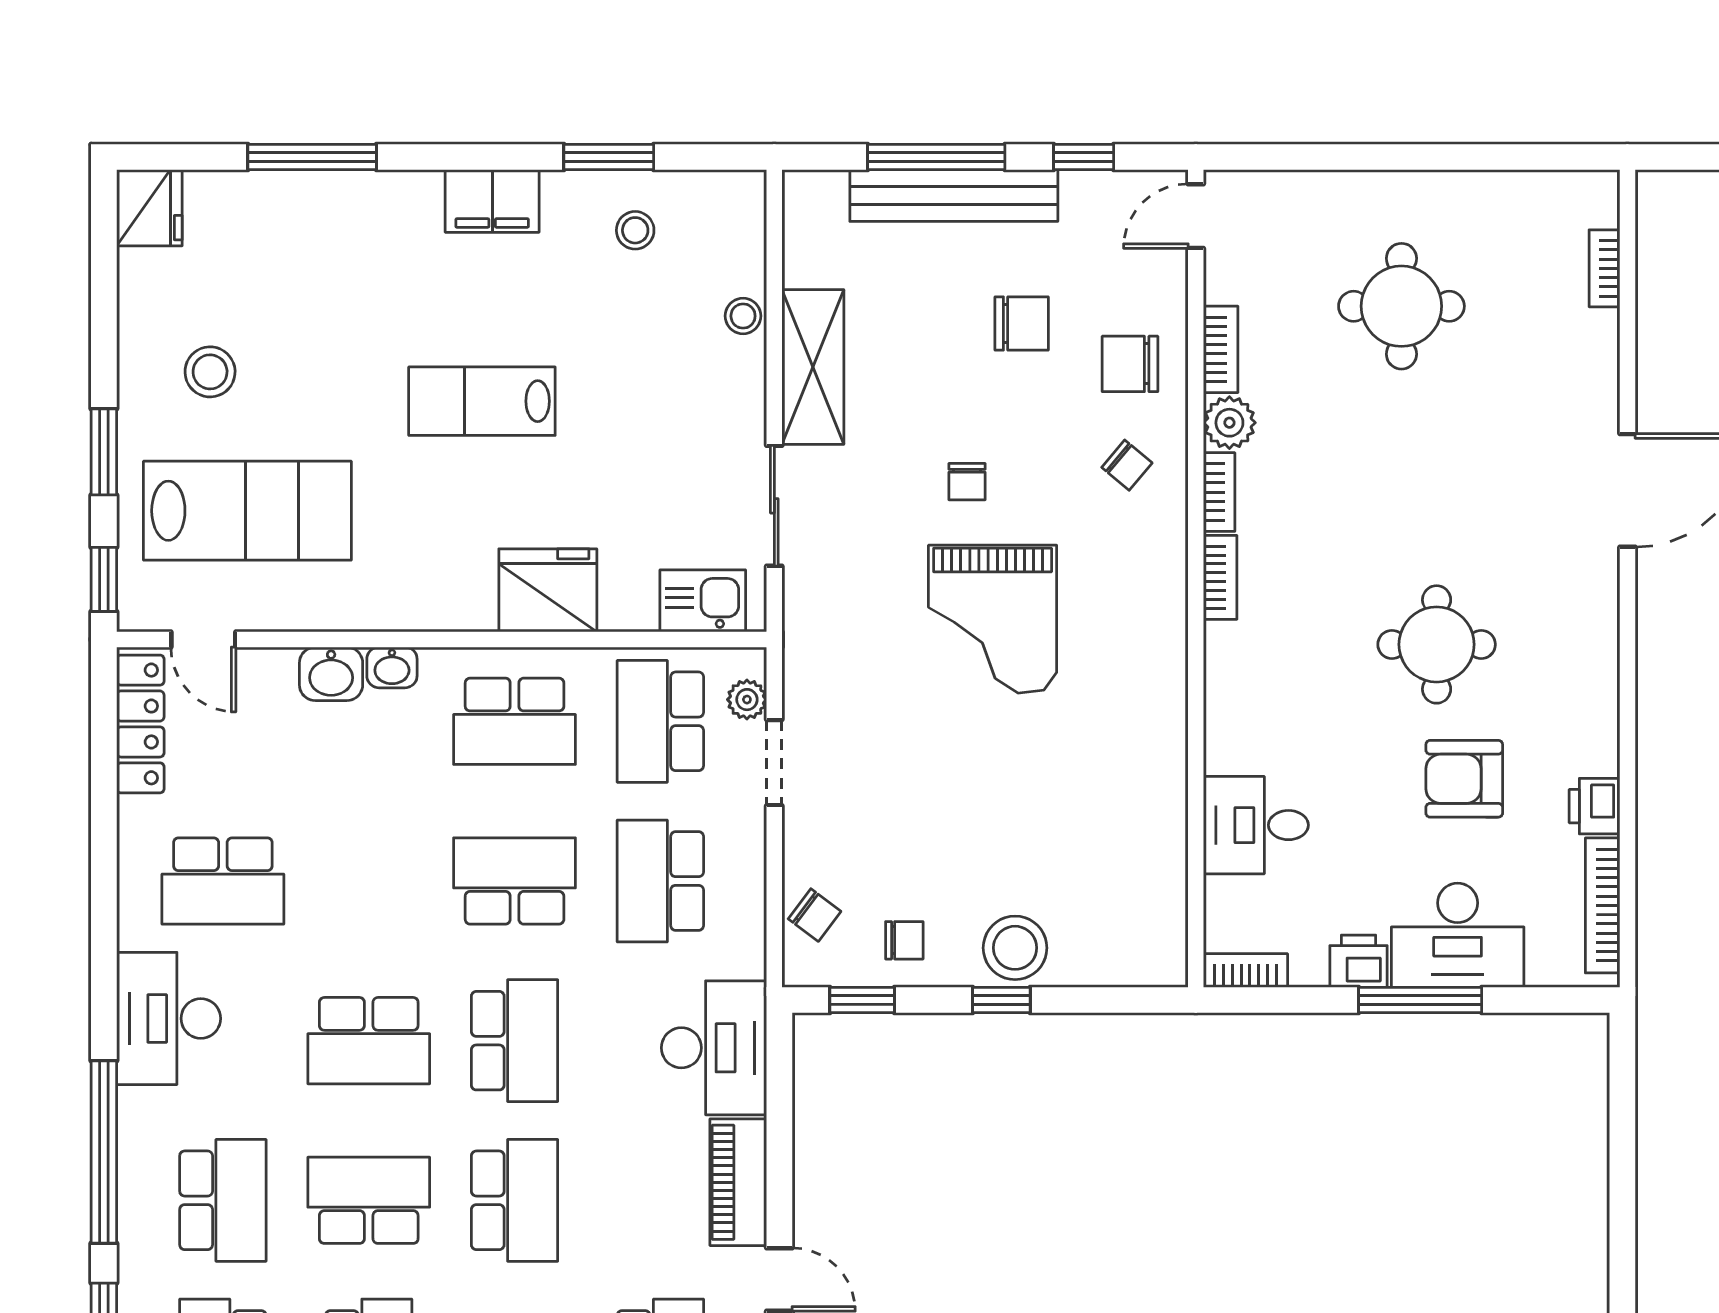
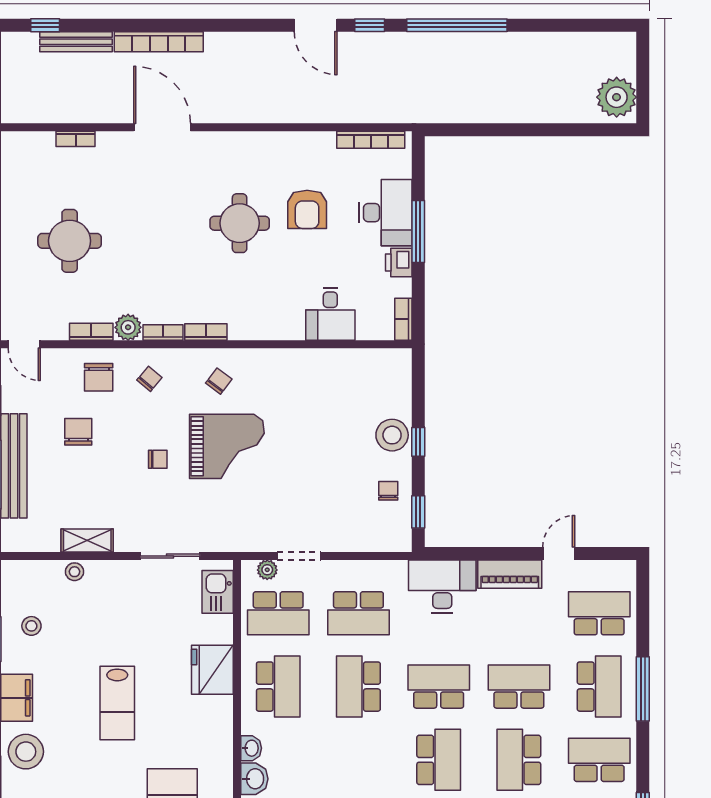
stool: (385, 219) -> (26, 752), added
bookcase: (1604, 268) -> (76, 139), moved
shelving: (813, 367) -> (87, 541), width x0.67, depth x0.75
printer: (1595, 806) -> (321, 144), removed
chair: (815, 915) -> (219, 381), moved

